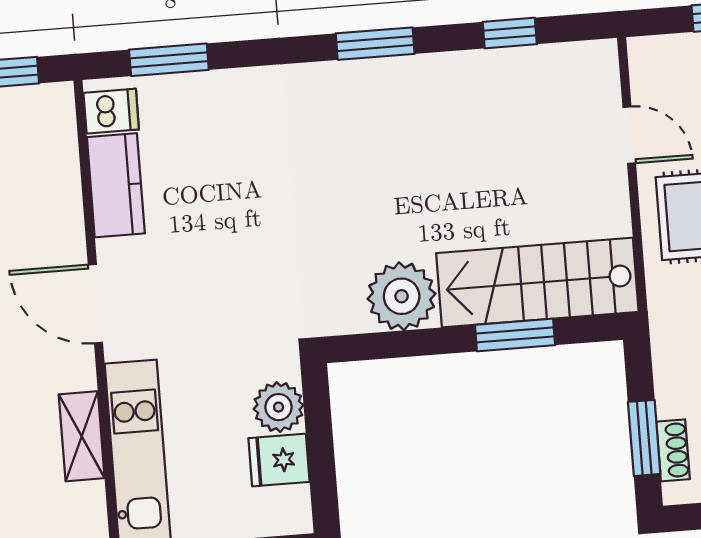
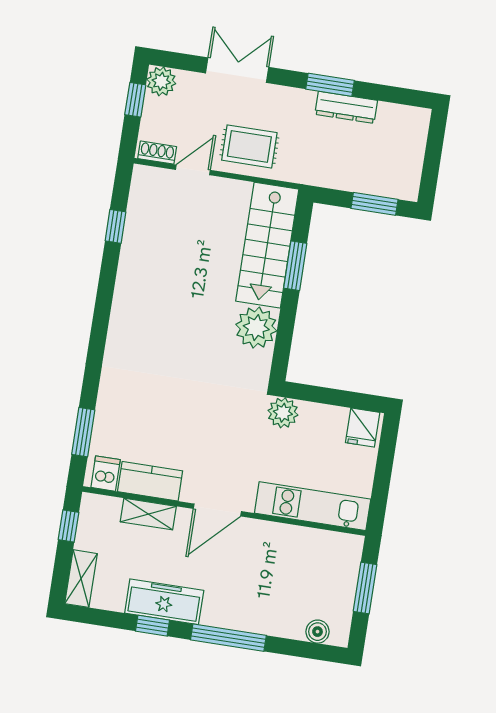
window: (375, 44) -> (103, 308), removed
plant: (279, 407) -> (283, 413), moved
shelving: (82, 436) -> (148, 514), moved
shoe rack: (673, 450) -> (157, 153), moved
fridge: (279, 460) -> (363, 428), moved

